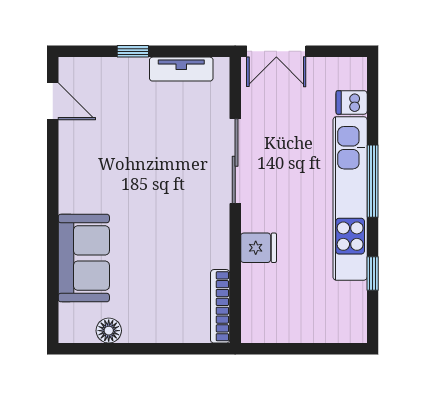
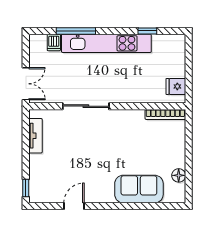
window: (133, 51) -> (26, 188), moved
door: (53, 101) -> (74, 206), moved
window: (373, 181) -> (76, 31), moved
fridge: (259, 248) -> (176, 86), moved, turned -90

